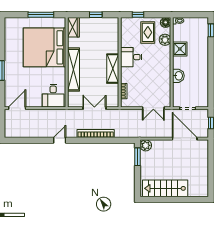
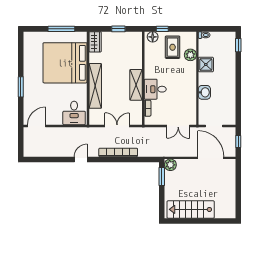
floor lamp: (166, 22) -> (153, 37), moved
desk: (131, 57) -> (155, 89), moved

